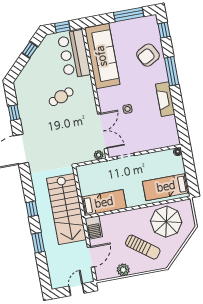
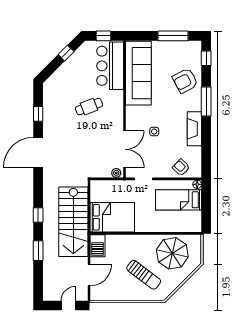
armchair: (159, 138) -> (181, 167), added
bed: (166, 187) -> (179, 200), moved
bed: (104, 203) -> (112, 217), width x1.50
plant: (123, 270) -> (119, 294), removed

